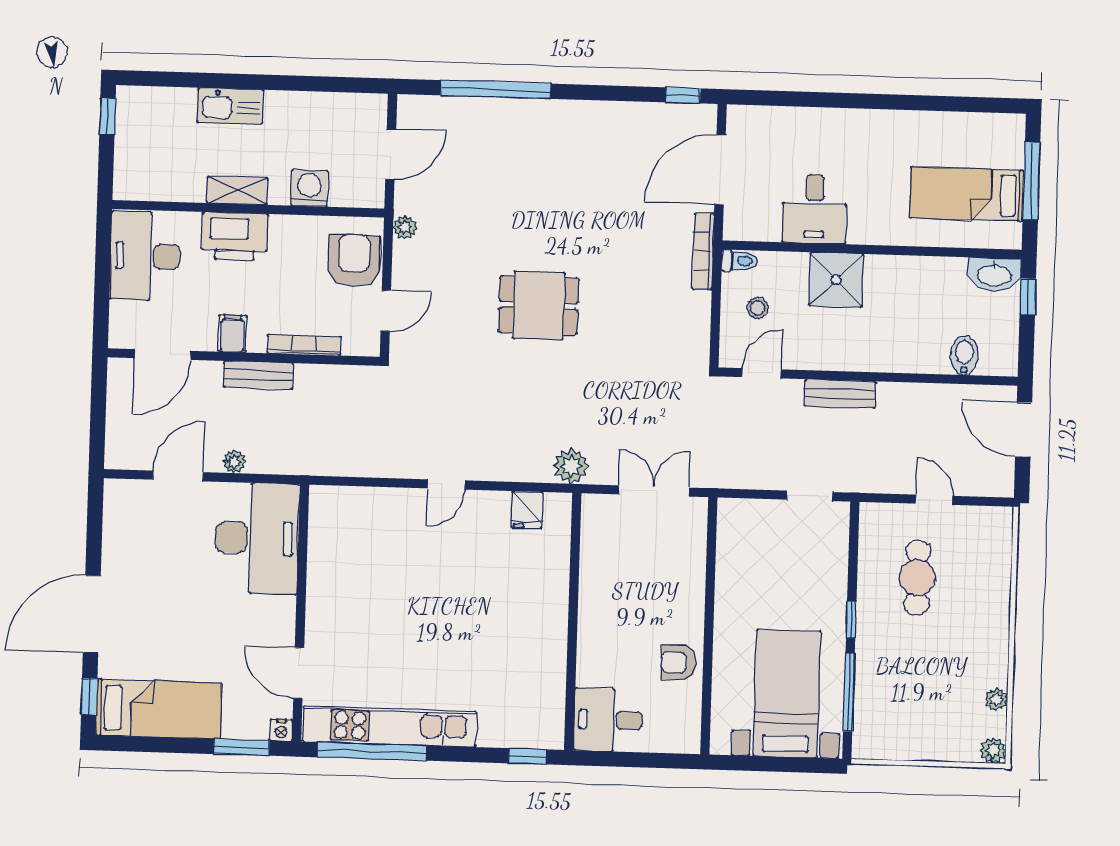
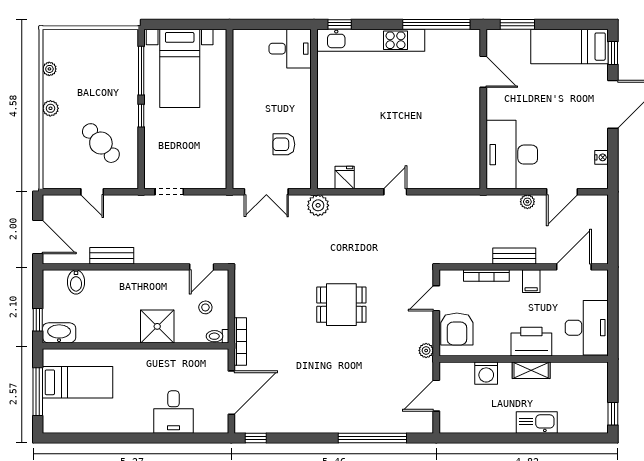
desk: (815, 209) -> (174, 412), moved, turned 180
bench: (840, 394) -> (112, 256), moved
cafe table: (917, 578) -> (101, 143), turned -42
armchair: (679, 662) -> (284, 144), moved, turned 180
kitchen unit: (390, 726) -> (371, 40), moved
nightstand: (281, 730) -> (602, 157), moved, turned 90
plant: (993, 750) -> (50, 108), moved

